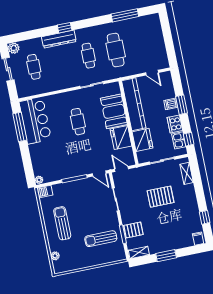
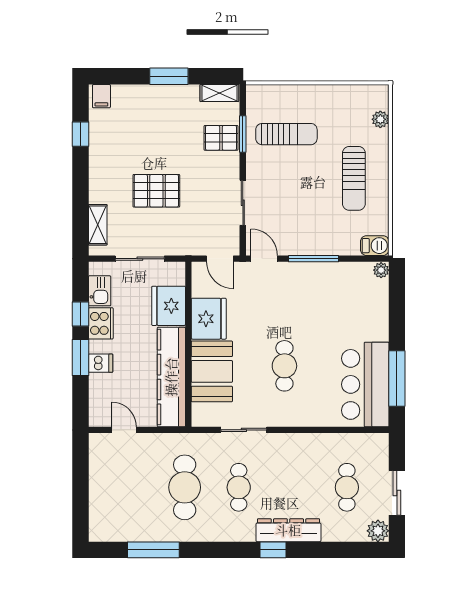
window: (189, 139) -> (81, 314), moved

